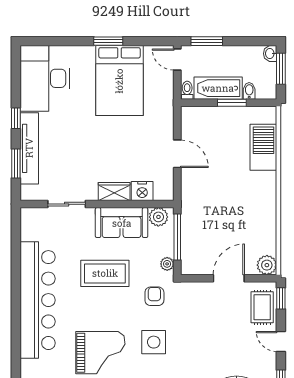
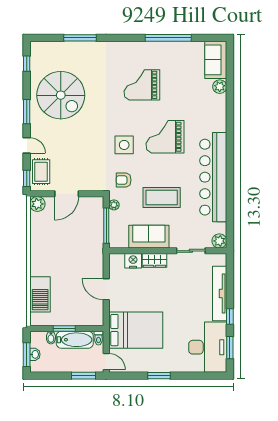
washbasin: (270, 54) -> (35, 354), moved
bed: (119, 81) -> (136, 330), moved, turned 90
window: (16, 164) -> (230, 348), moved
plant: (158, 217) -> (219, 241), moved
armchair: (154, 296) -> (124, 180), turned 90

